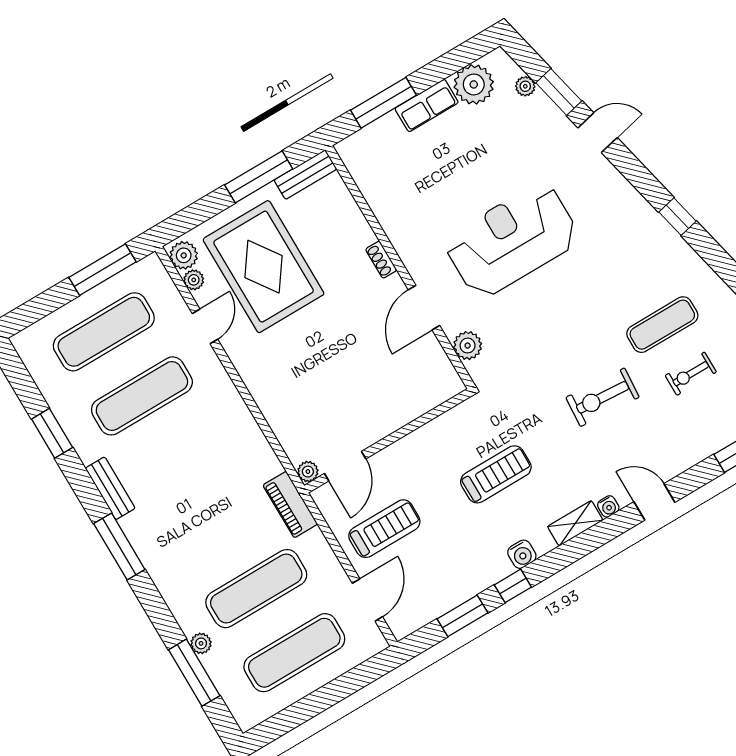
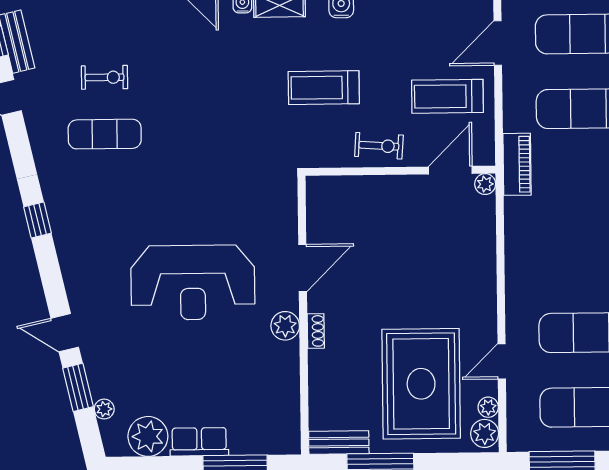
plant: (468, 346) -> (285, 326), moved
exercise bike: (603, 397) -> (379, 146), moved, width x0.73, depth x0.72

